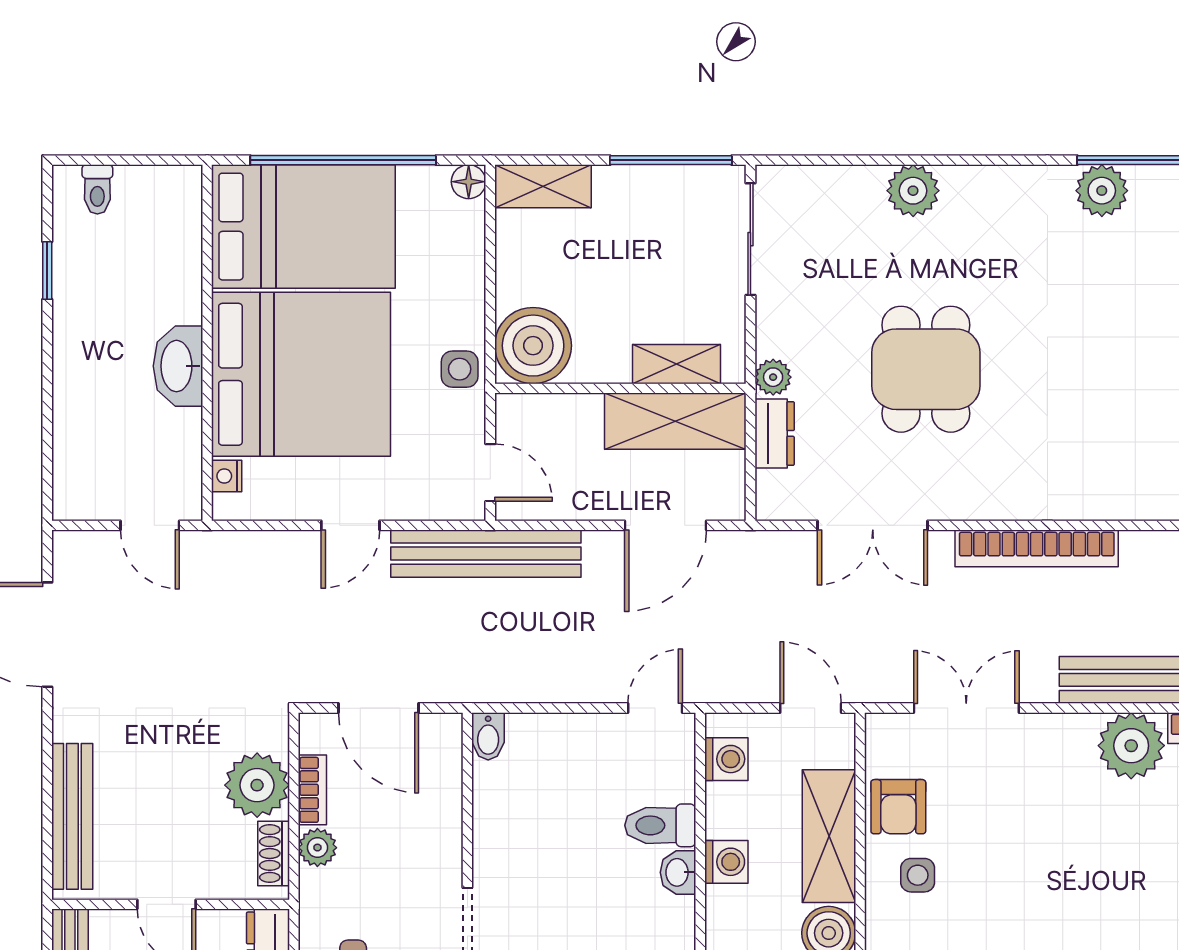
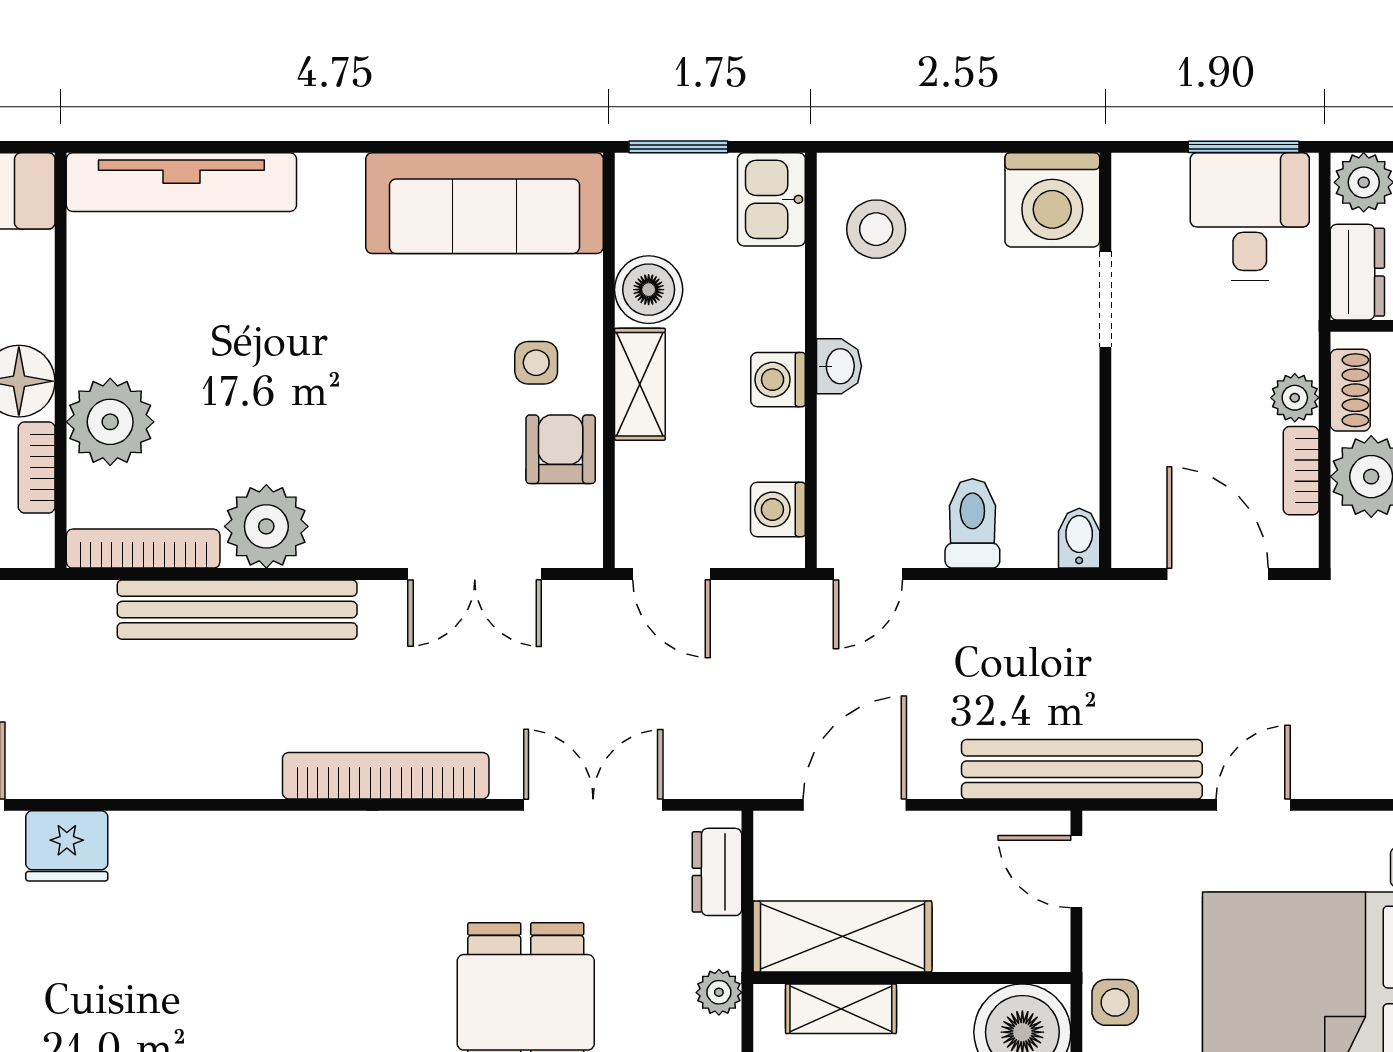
dresser: (775, 433) -> (717, 872), moved
toilet: (660, 825) -> (972, 523), moved, turned -90
shelving: (829, 836) -> (640, 384), width x0.67, depth x0.75

